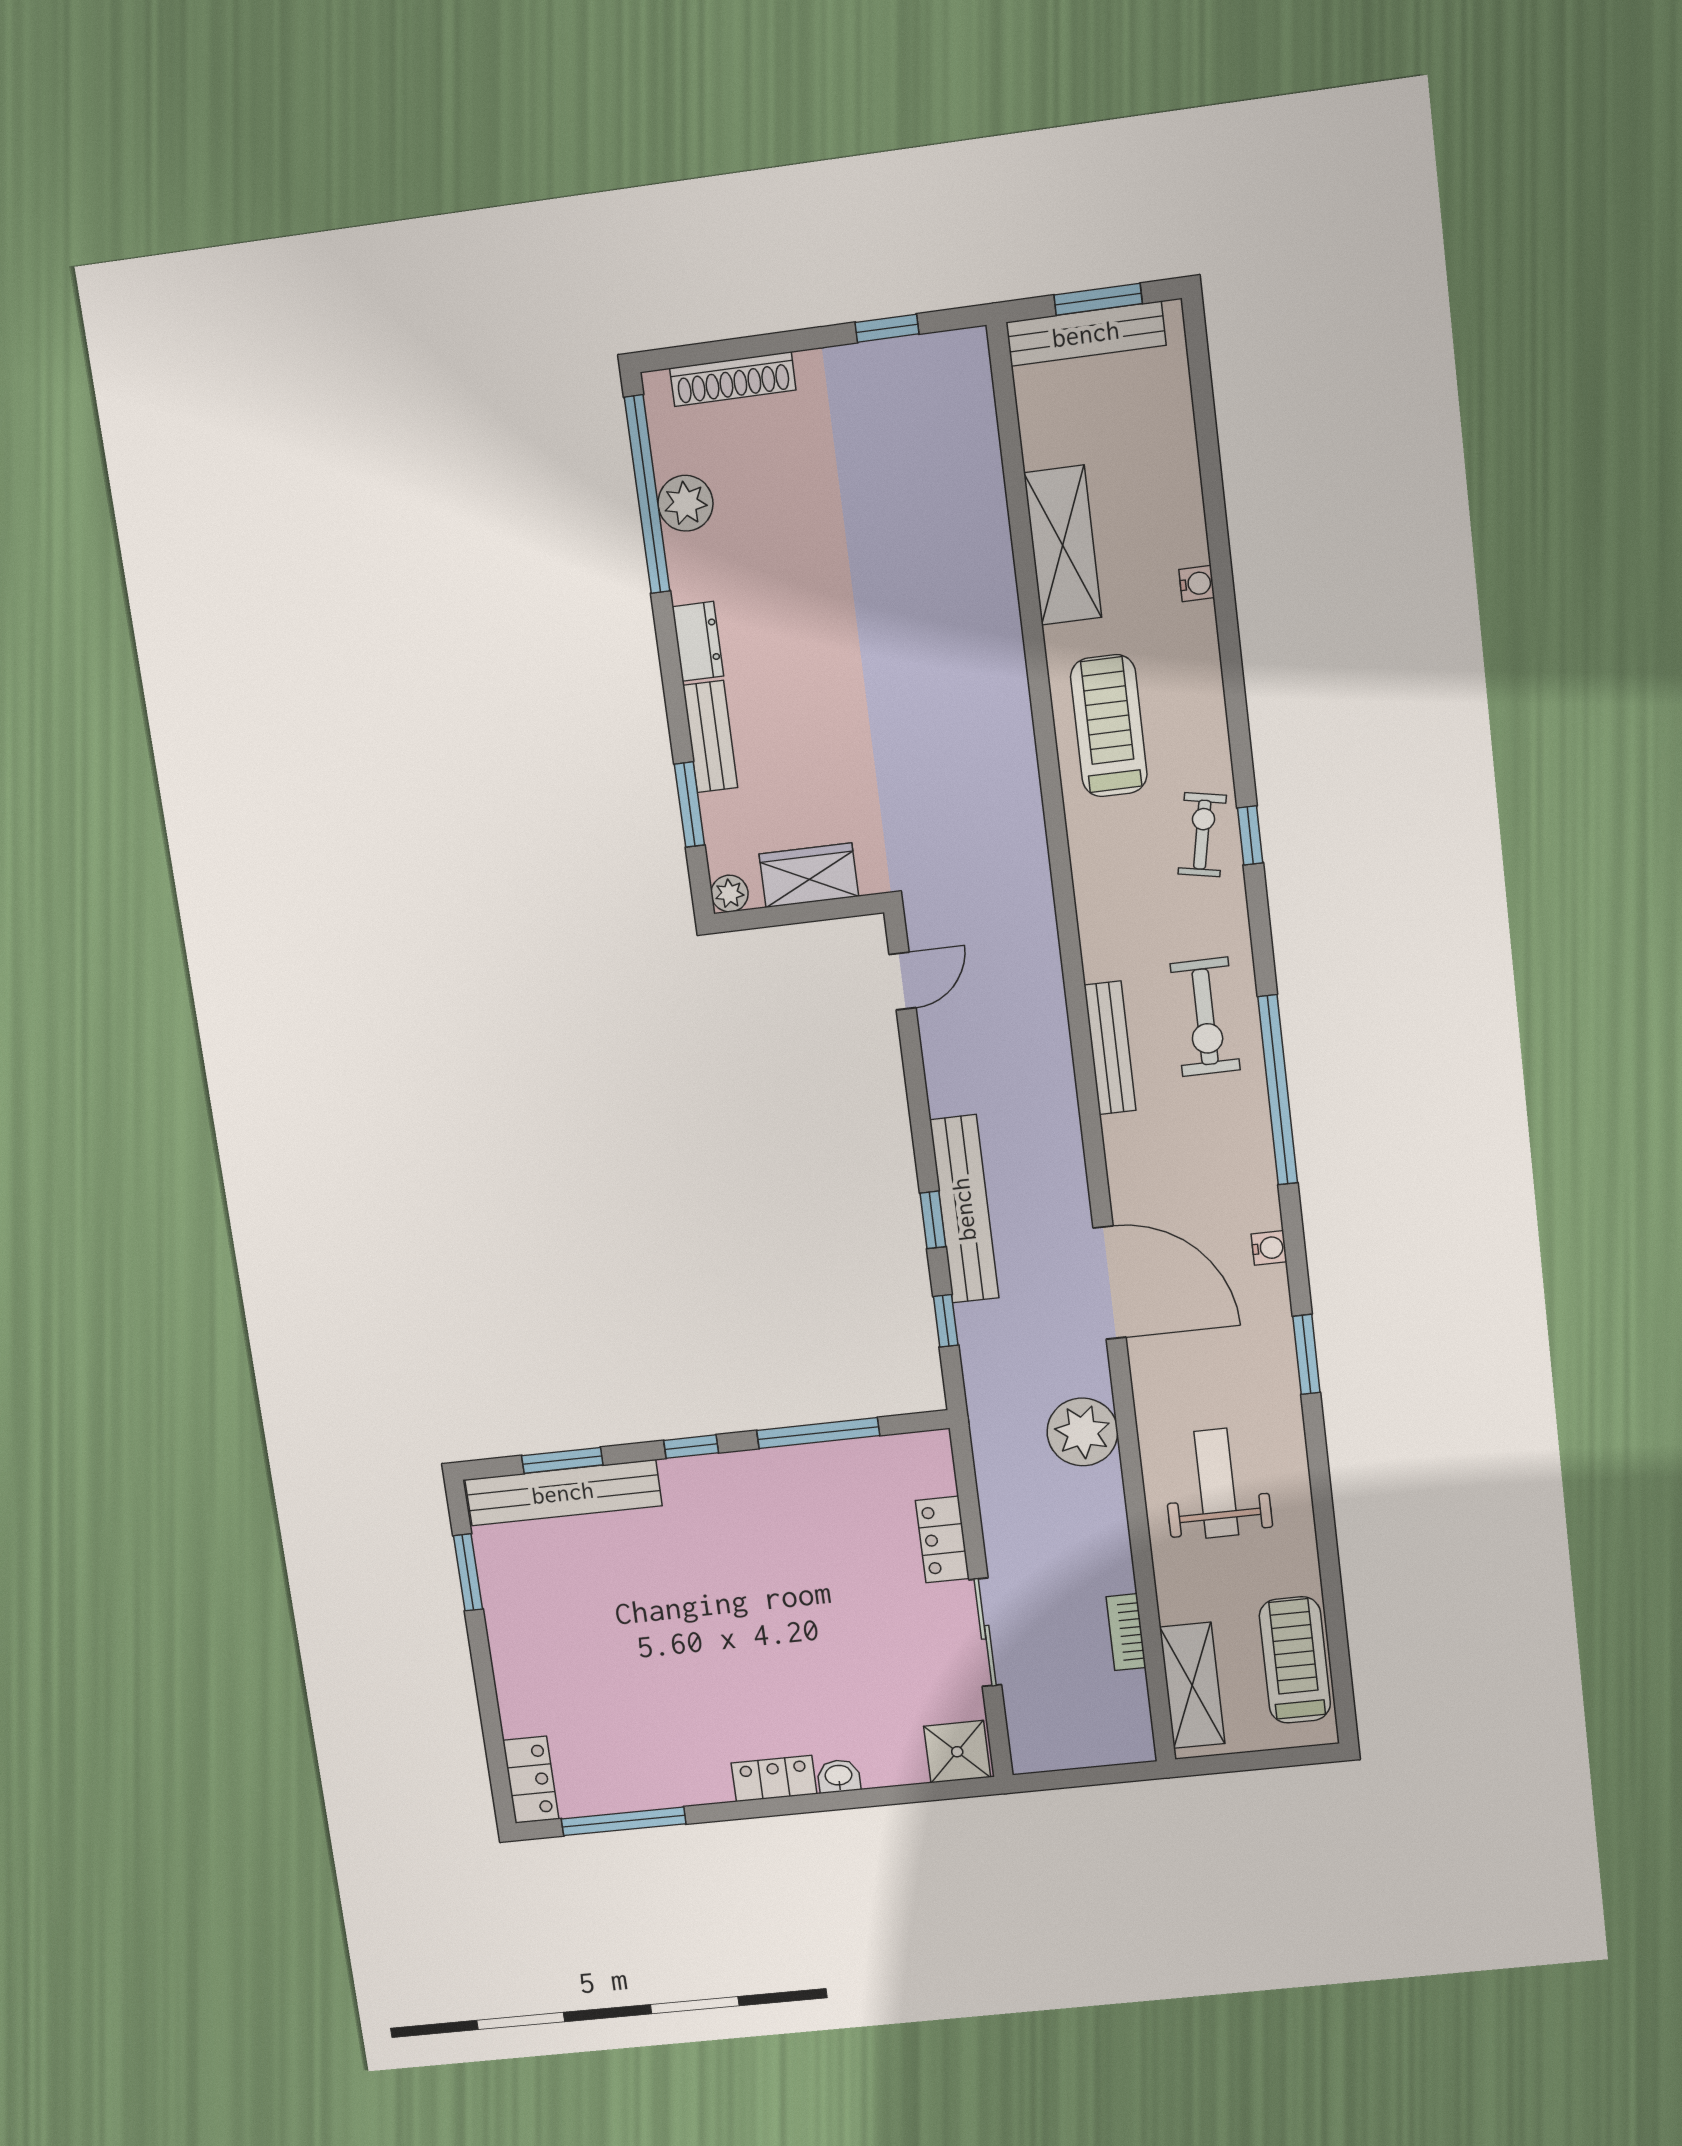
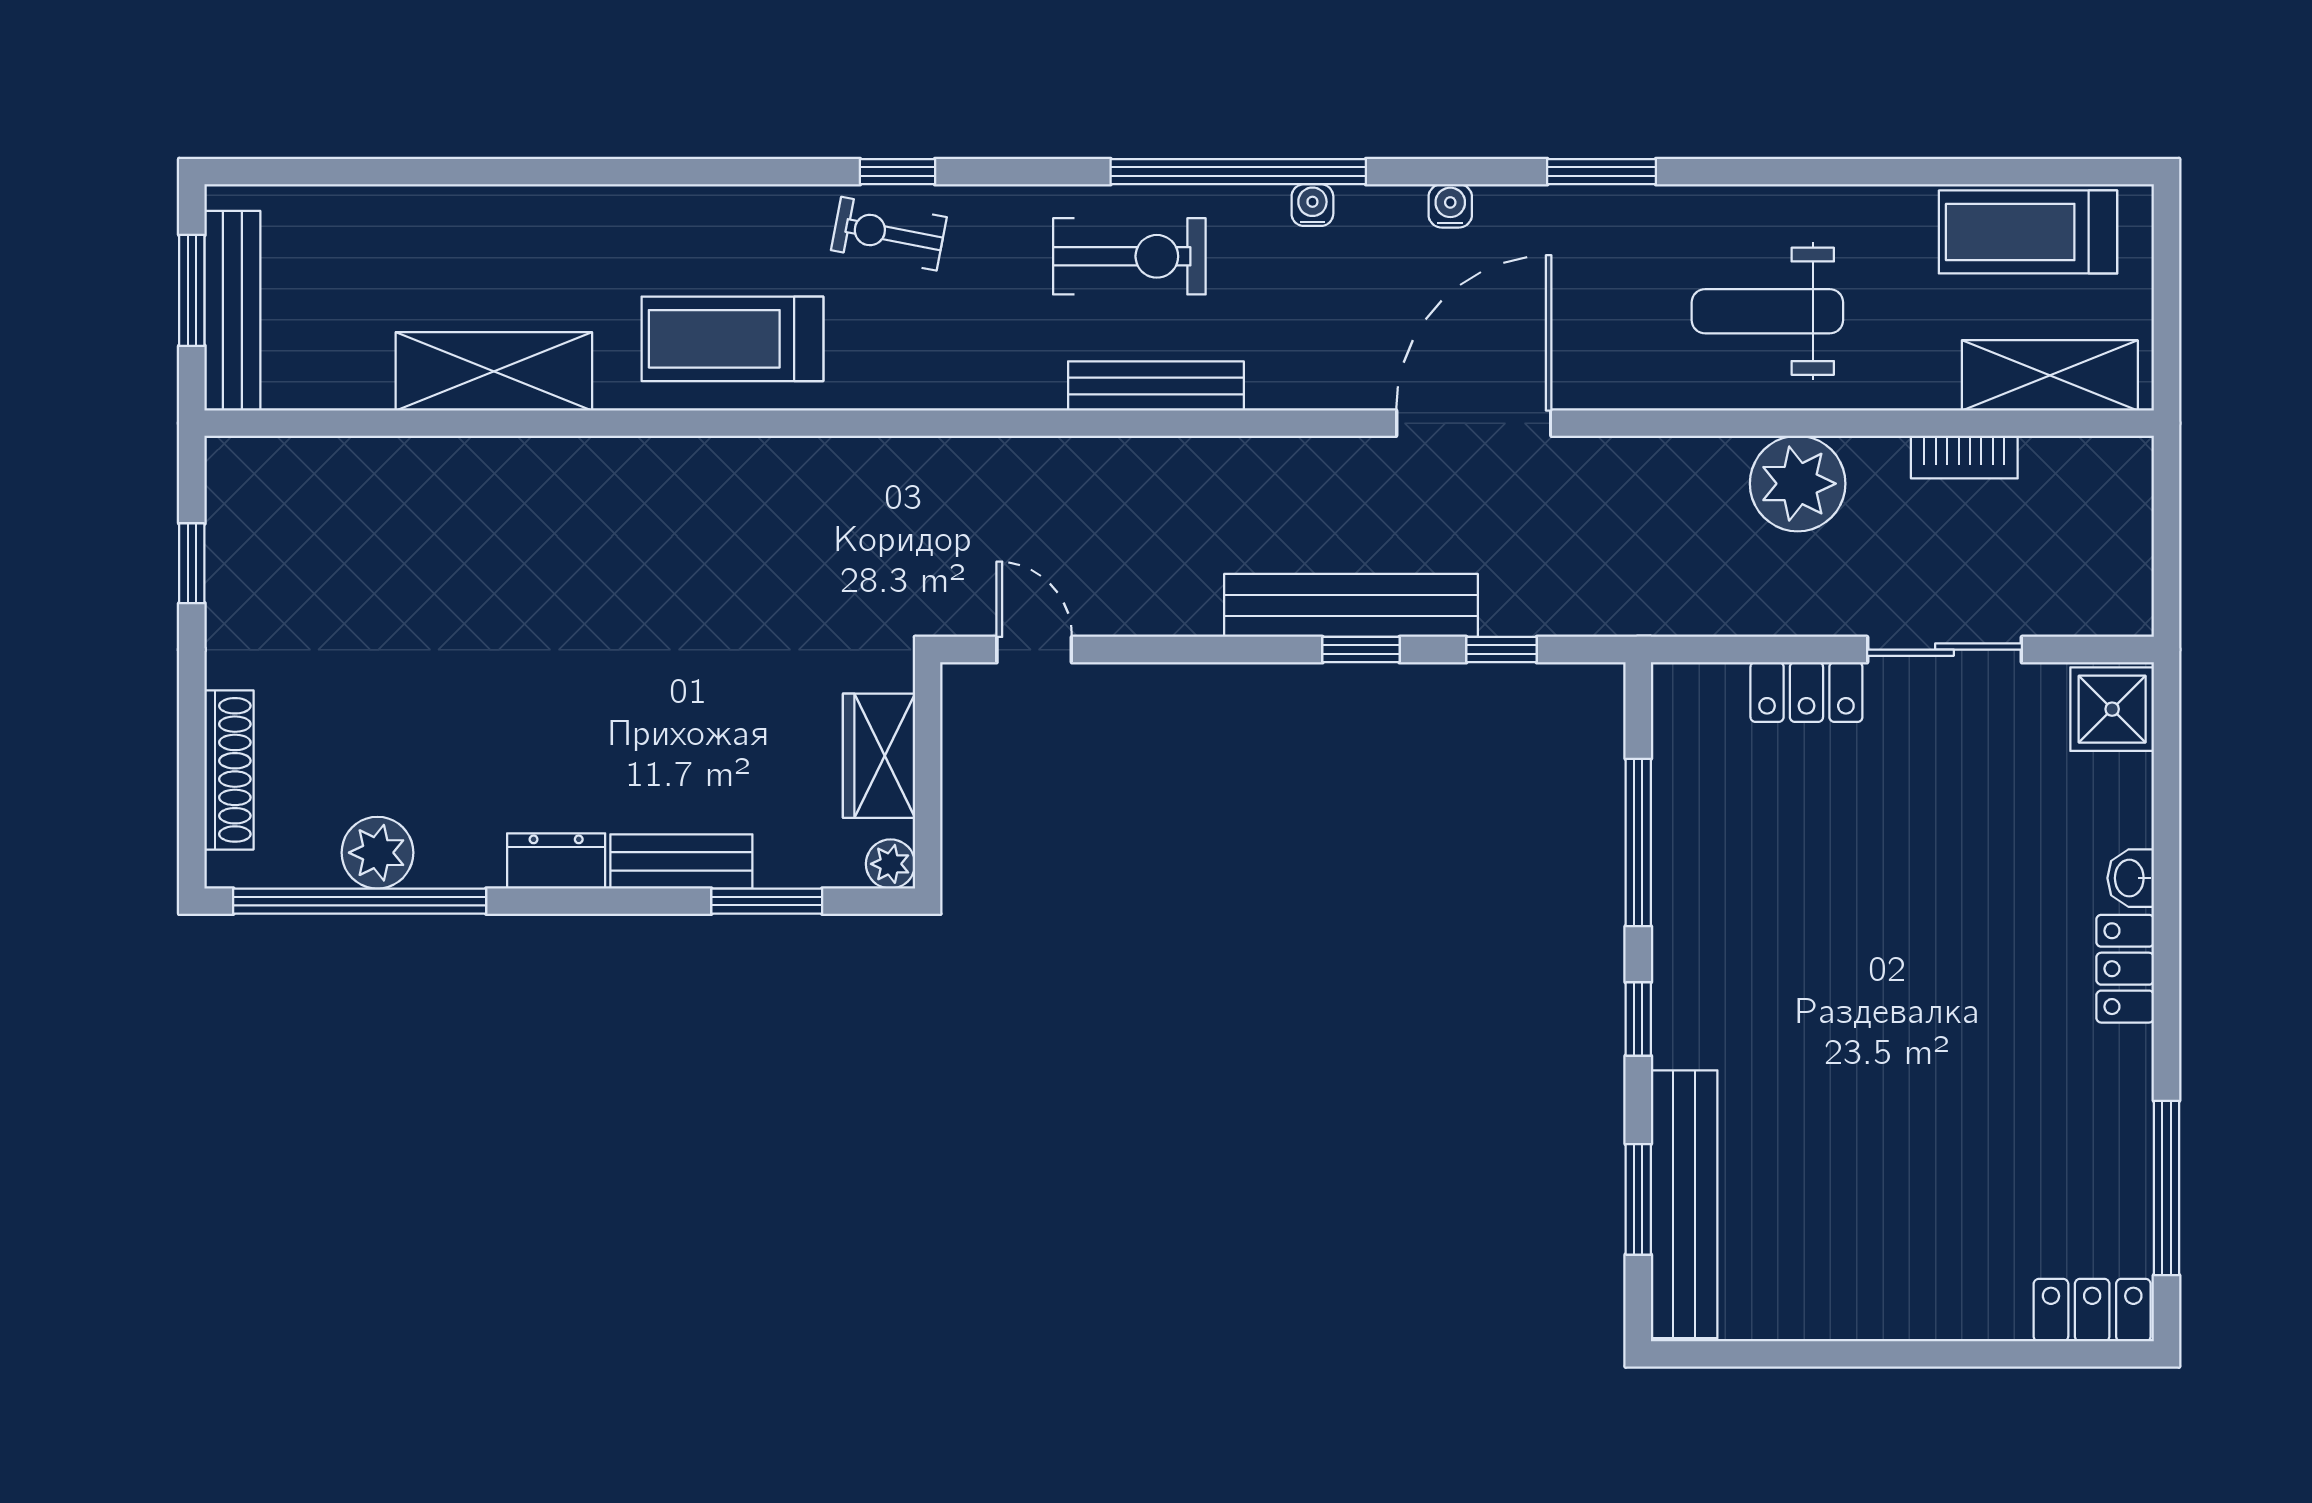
water cooler: (1197, 584) -> (1312, 205), moved
plant: (1082, 1432) -> (1798, 484), moved
window: (468, 1572) -> (1783, 1354), removed

